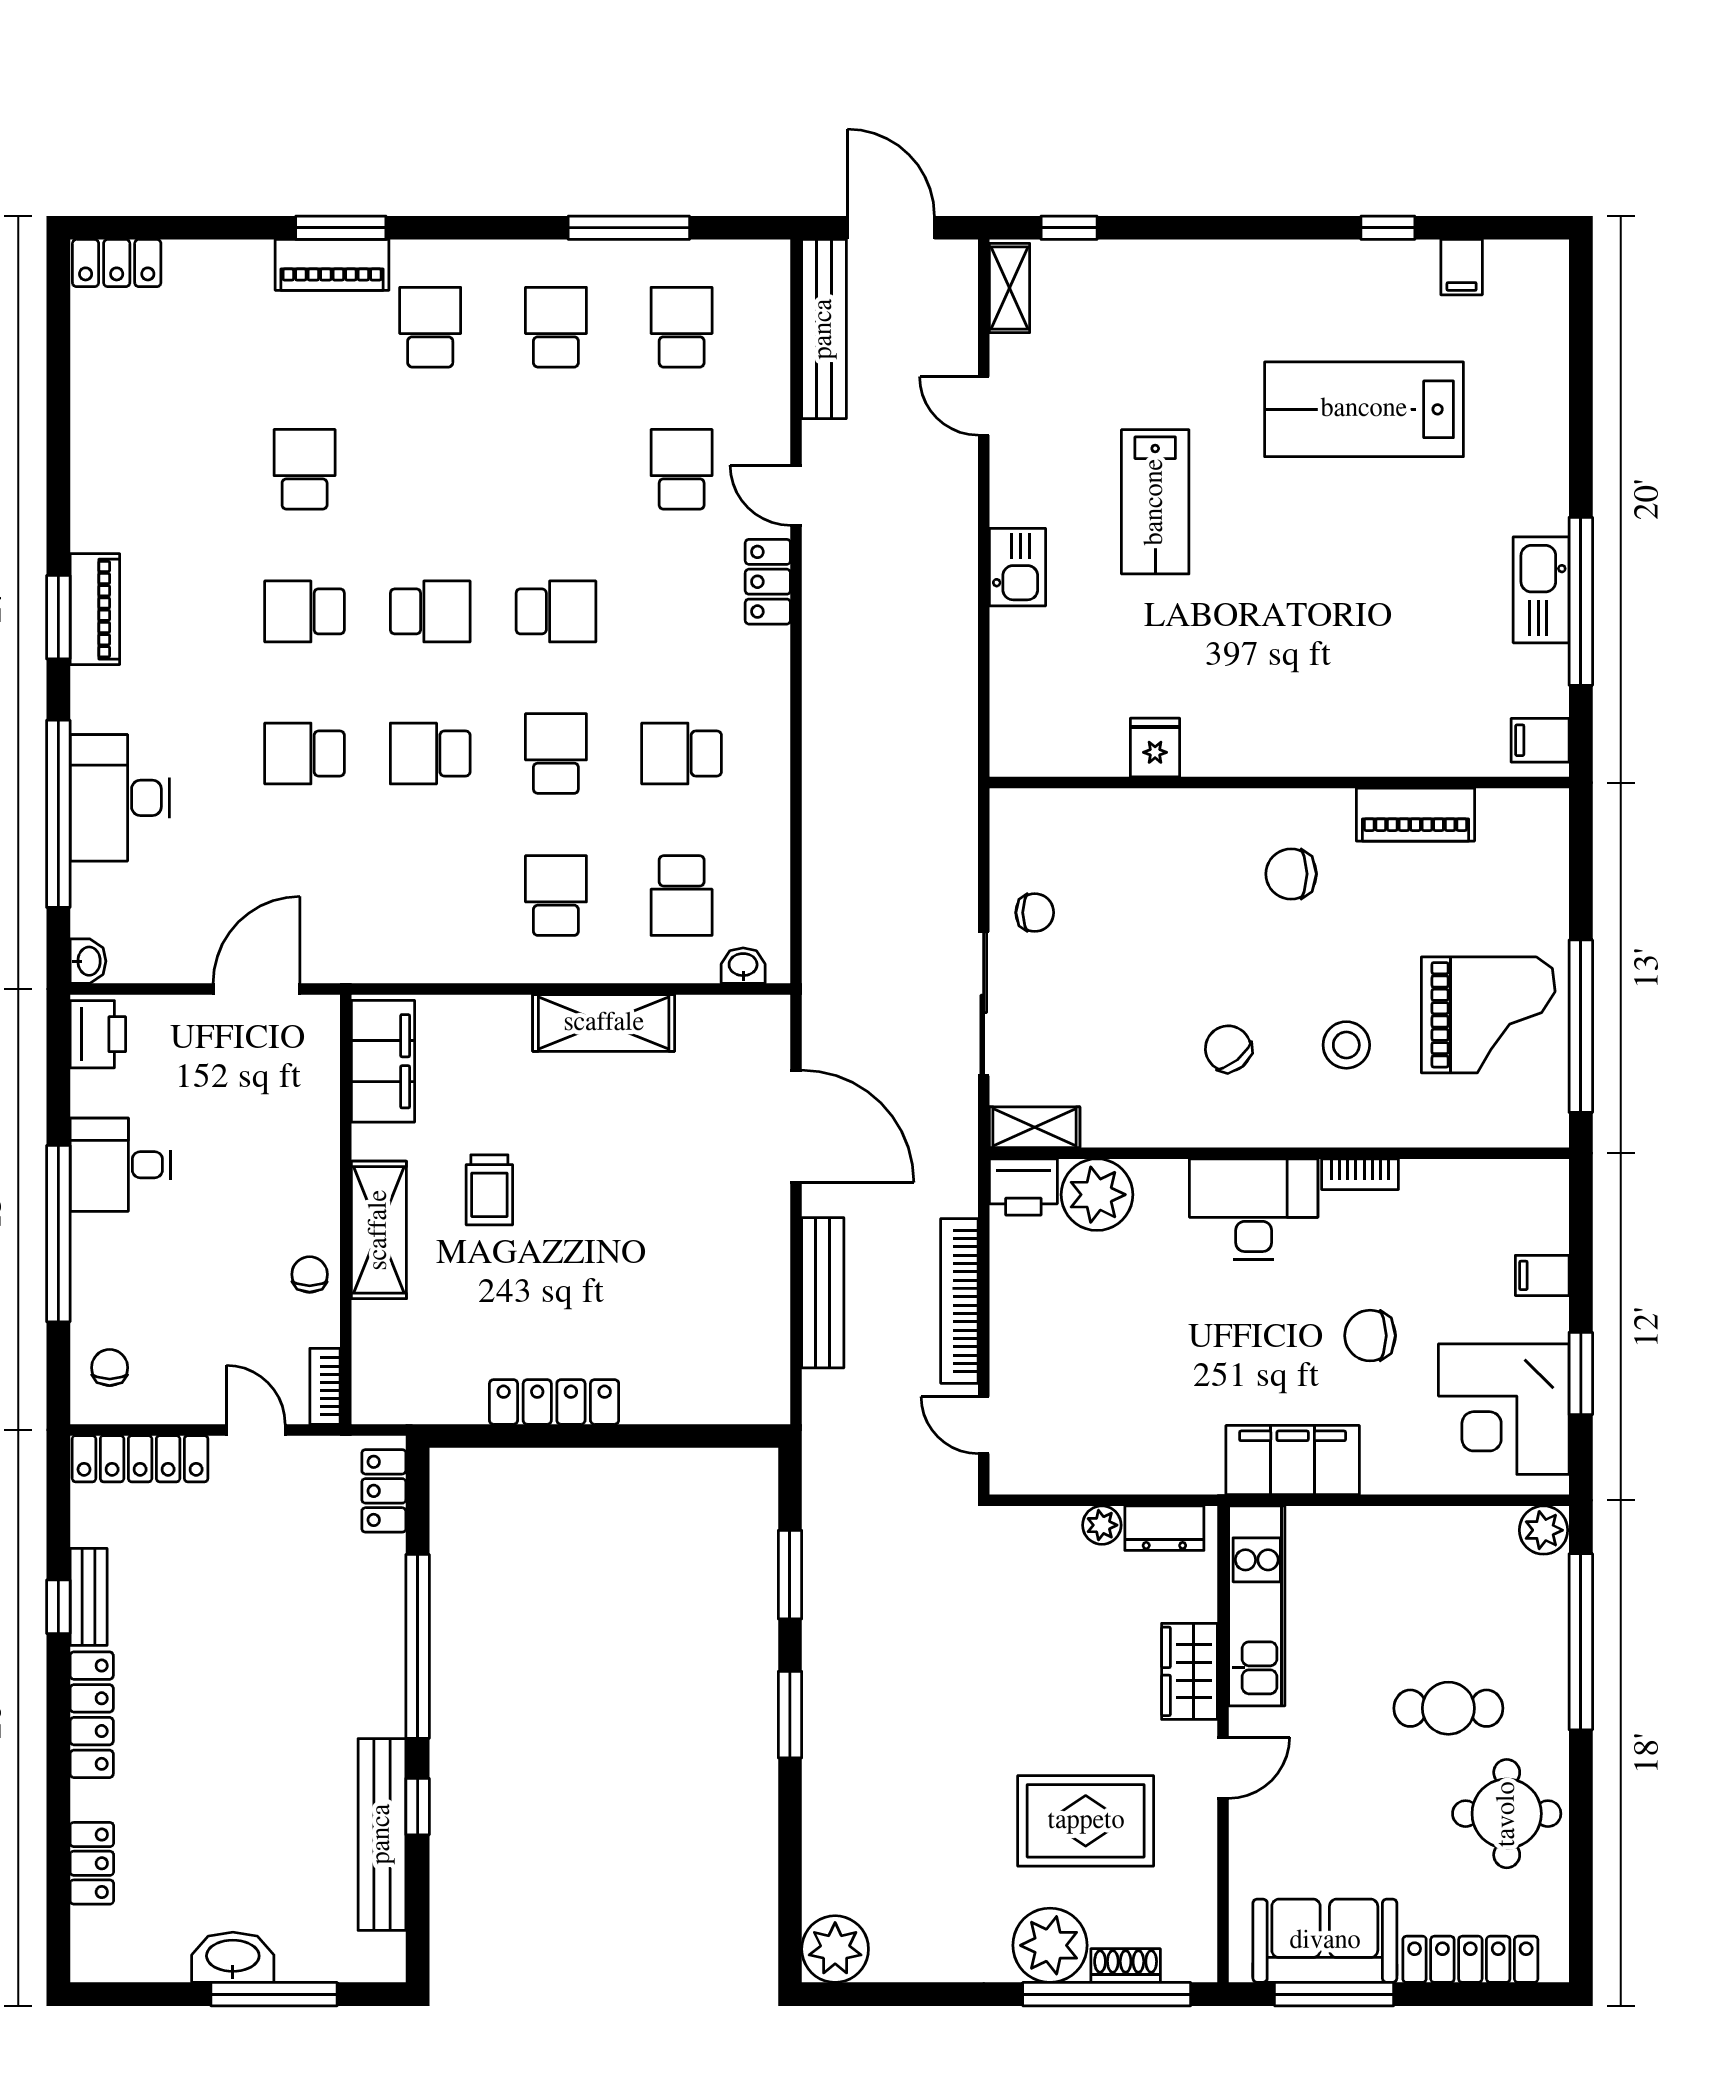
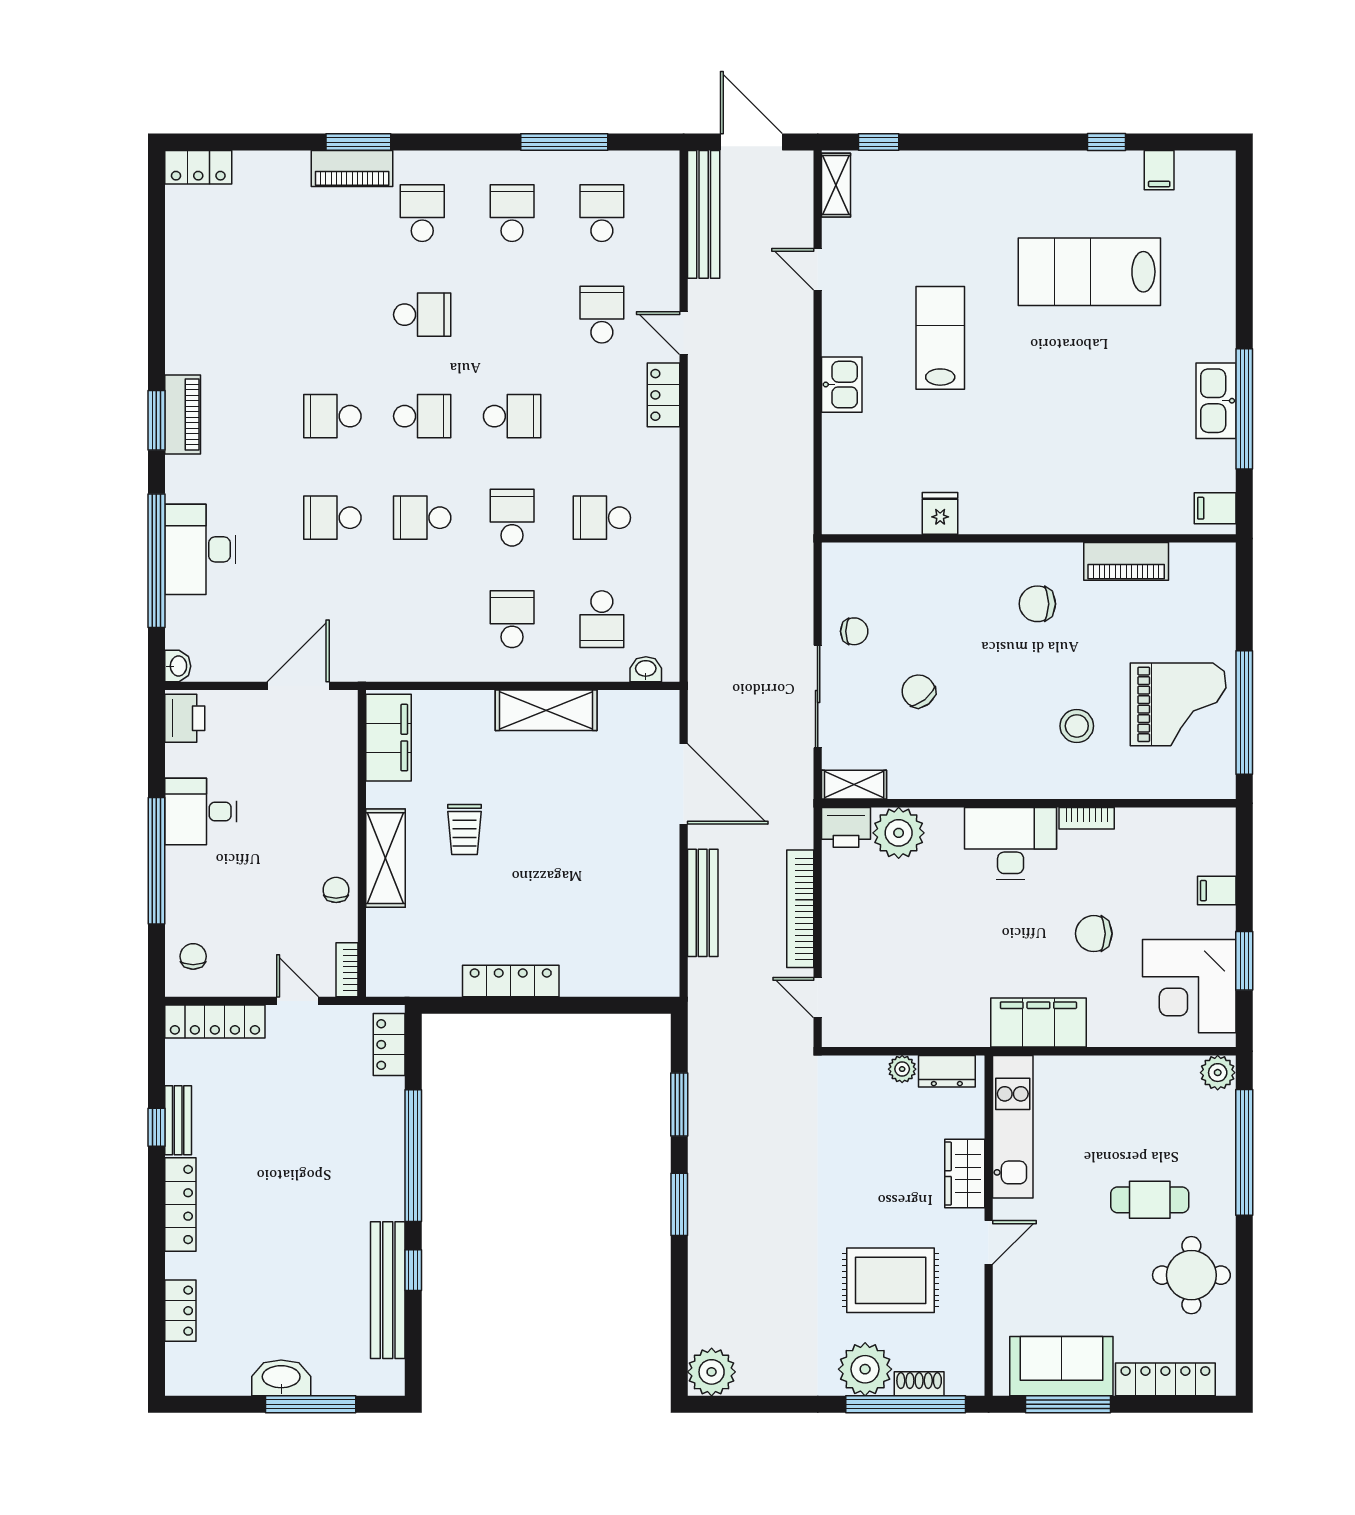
school desk: (305, 469) -> (422, 315), moved, turned 90
lab bench: (1155, 502) -> (940, 338), turned 180
chair: (1228, 1049) -> (919, 691), moved

